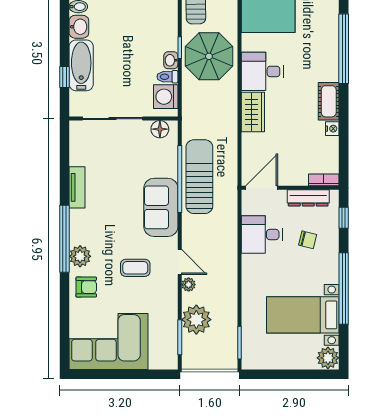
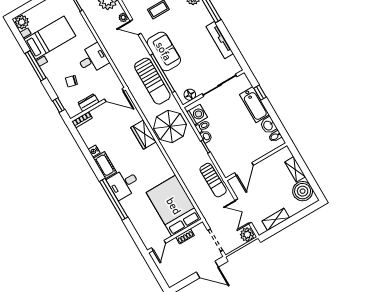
parasol: (209, 56) -> (170, 126), moved
desk: (262, 71) -> (124, 184), moved, turned 180
tv unit: (77, 187) -> (220, 40), width x1.41
door: (262, 188) -> (114, 95), hinge flipped
dresser: (308, 198) -> (88, 103), width x0.70
desk: (262, 234) -> (93, 59), moved
window: (344, 289) -> (36, 66), width x0.68

